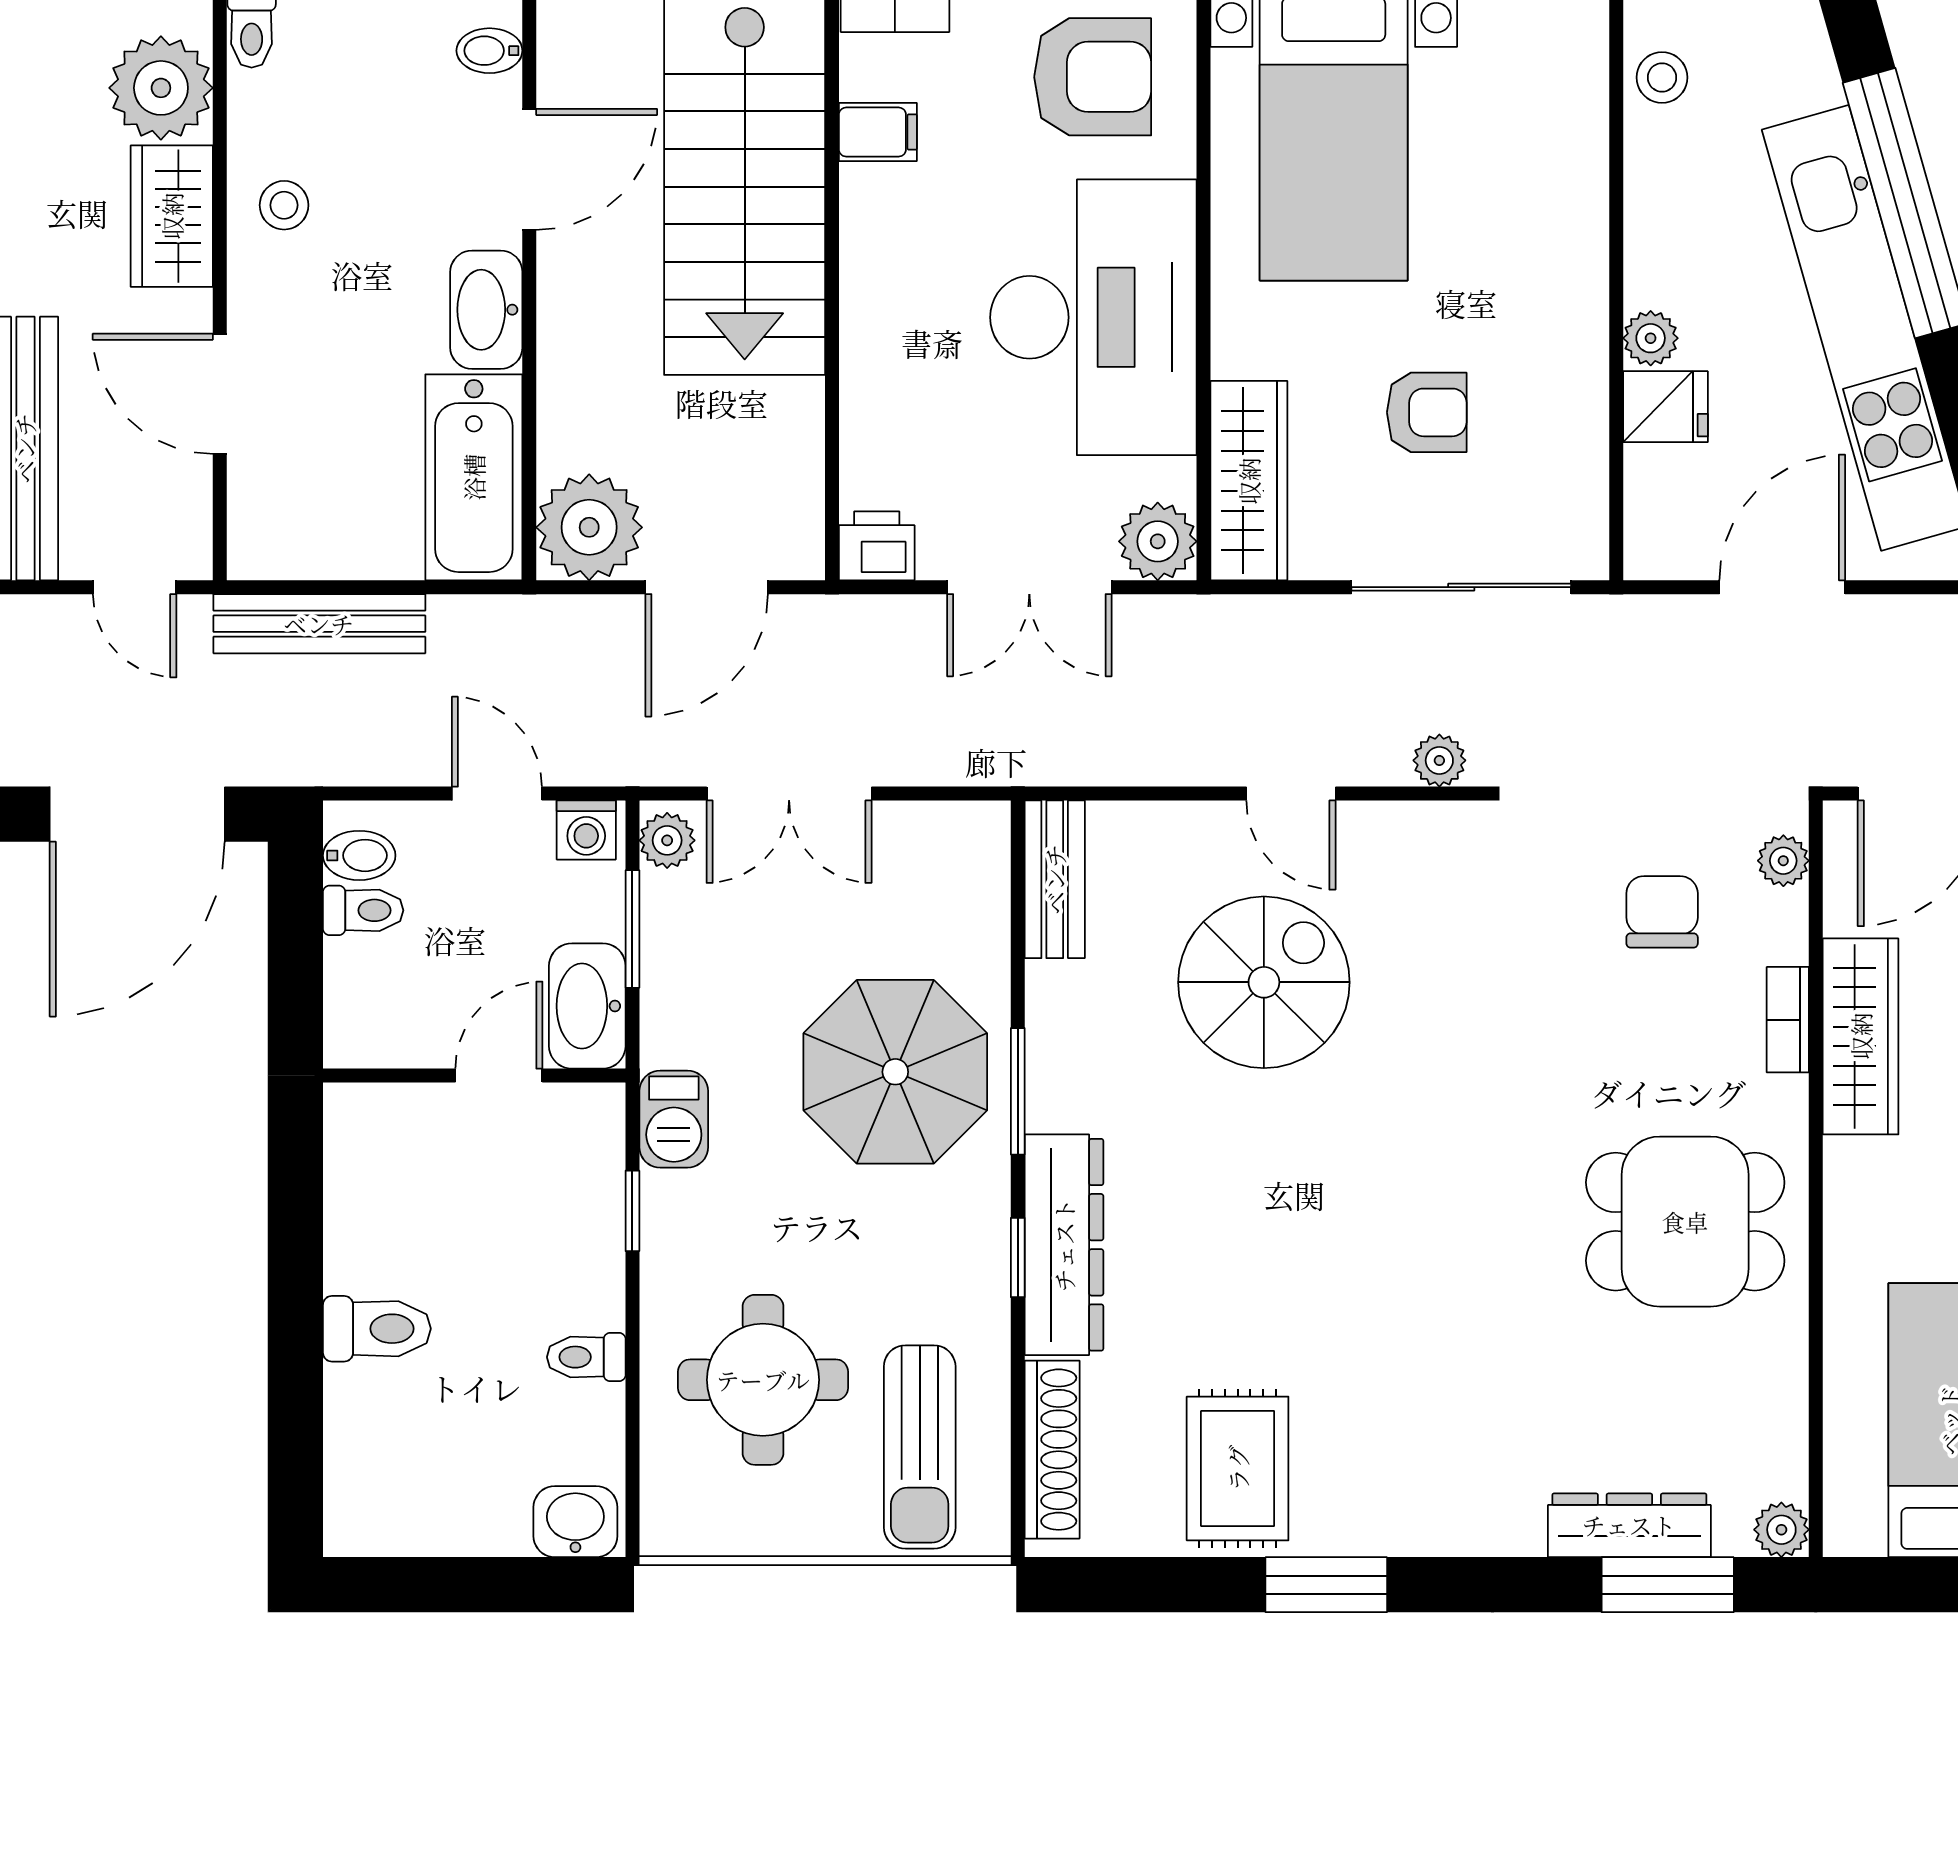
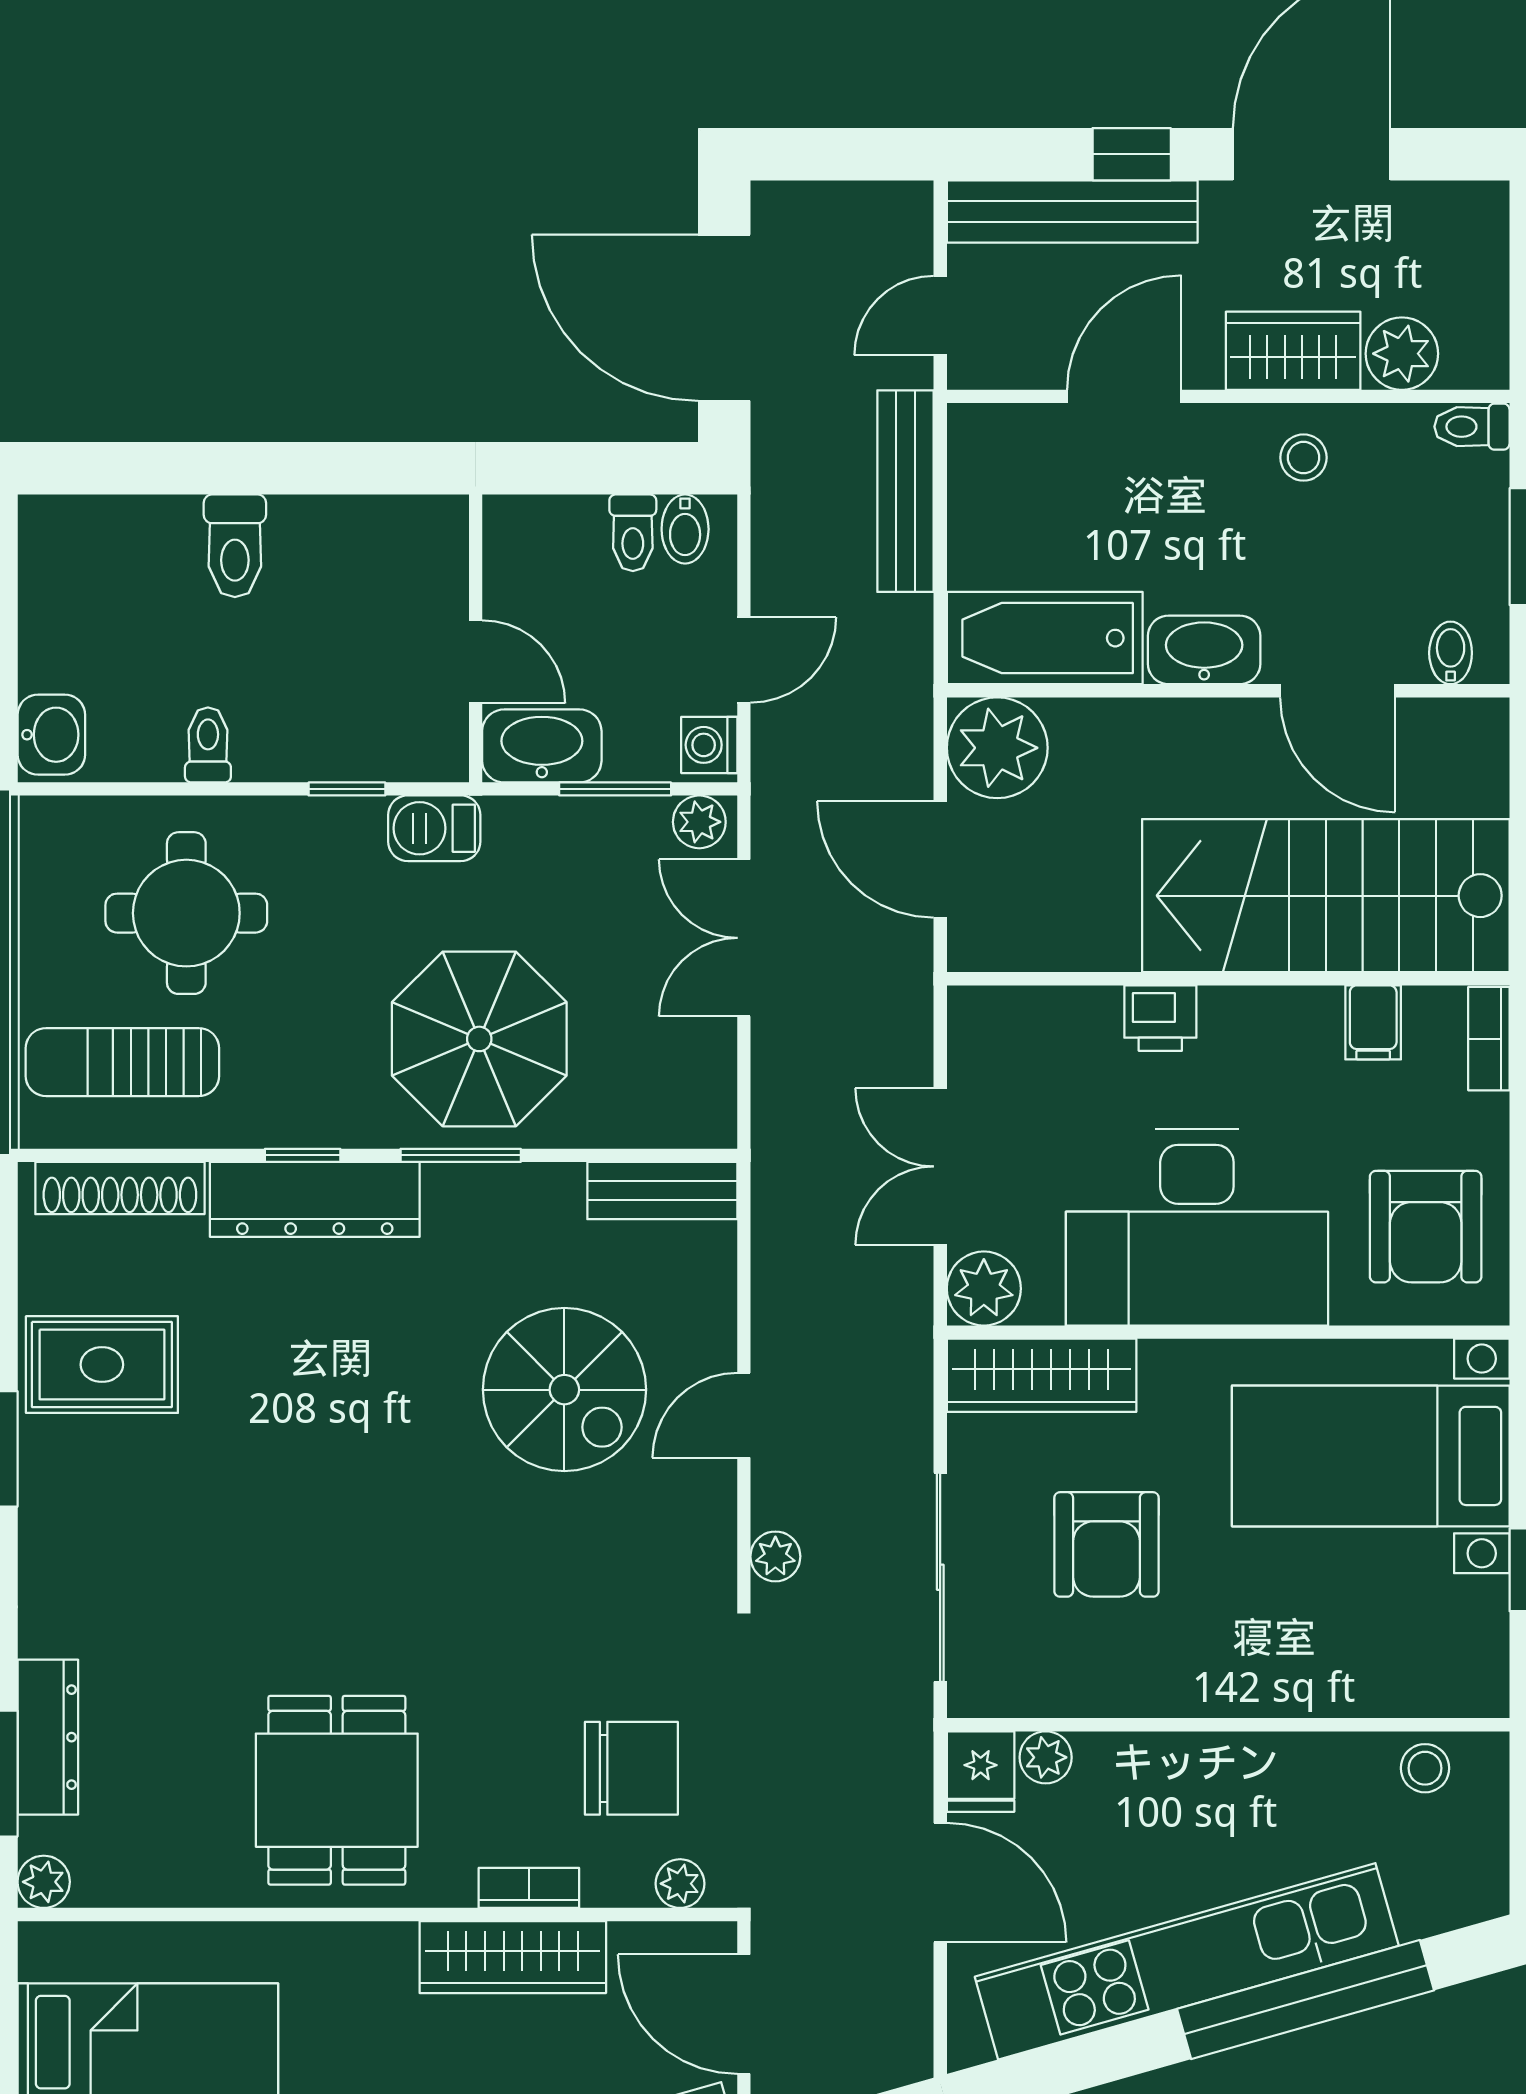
plant: (161, 88) -> (1402, 354), width x0.73, depth x0.73
plant: (1651, 338) -> (1046, 1757), moved
fridge: (1666, 407) -> (981, 1772), moved
armchair: (1427, 412) -> (1106, 1544), width x1.38, depth x1.38
printer: (877, 546) -> (1160, 1018), moved, turned 90
chair: (1662, 912) -> (631, 1768), width x1.37, depth x1.37

